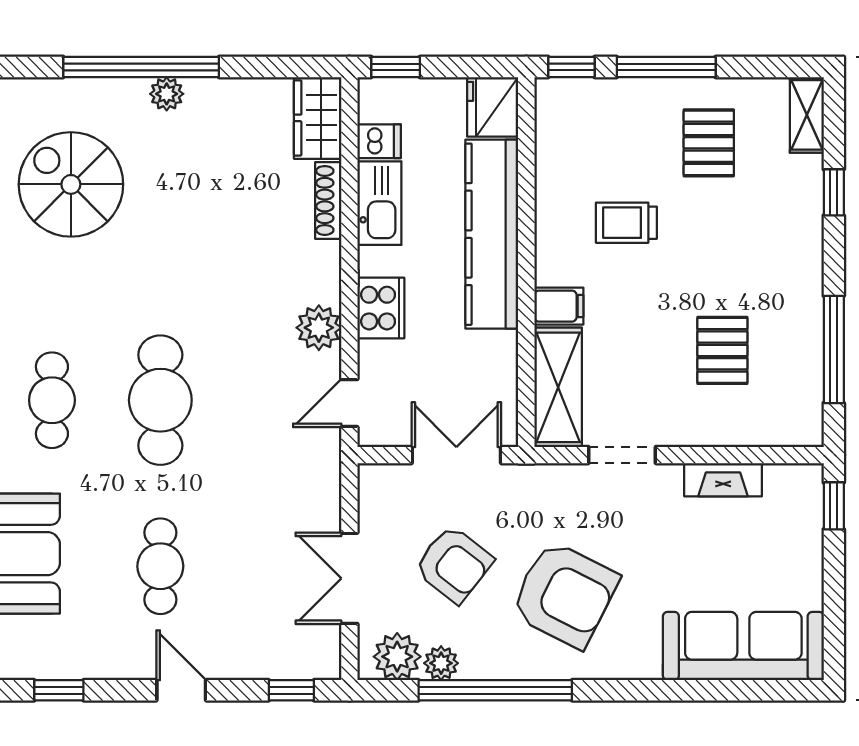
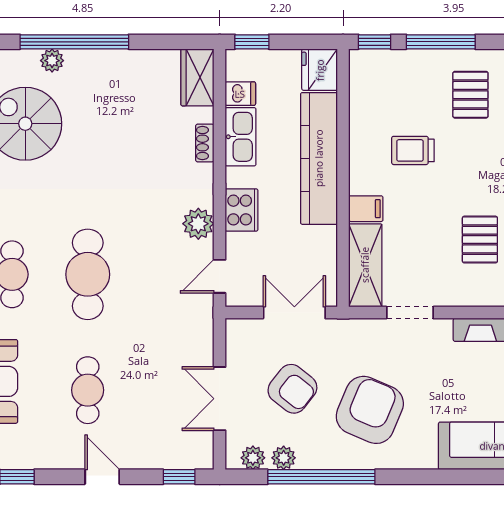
plant: (167, 94) -> (52, 61), moved
shoe rack: (328, 200) -> (205, 143), width x0.70
armchair: (565, 594) -> (370, 410), turned -94
plant: (397, 657) -> (253, 458), width x0.73, depth x0.73

